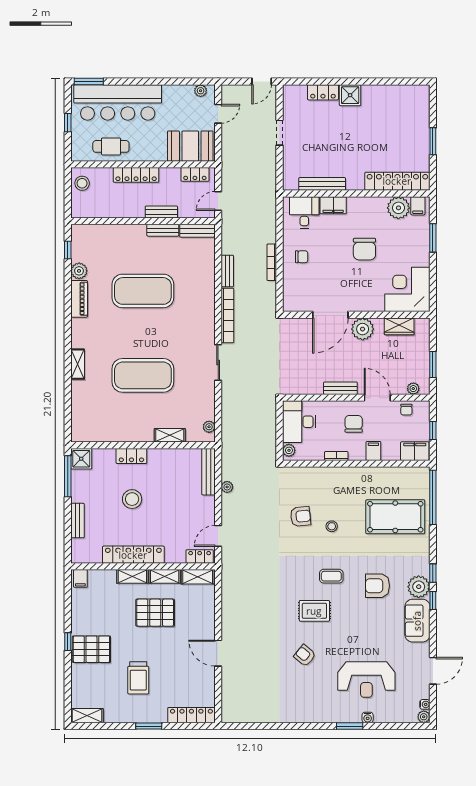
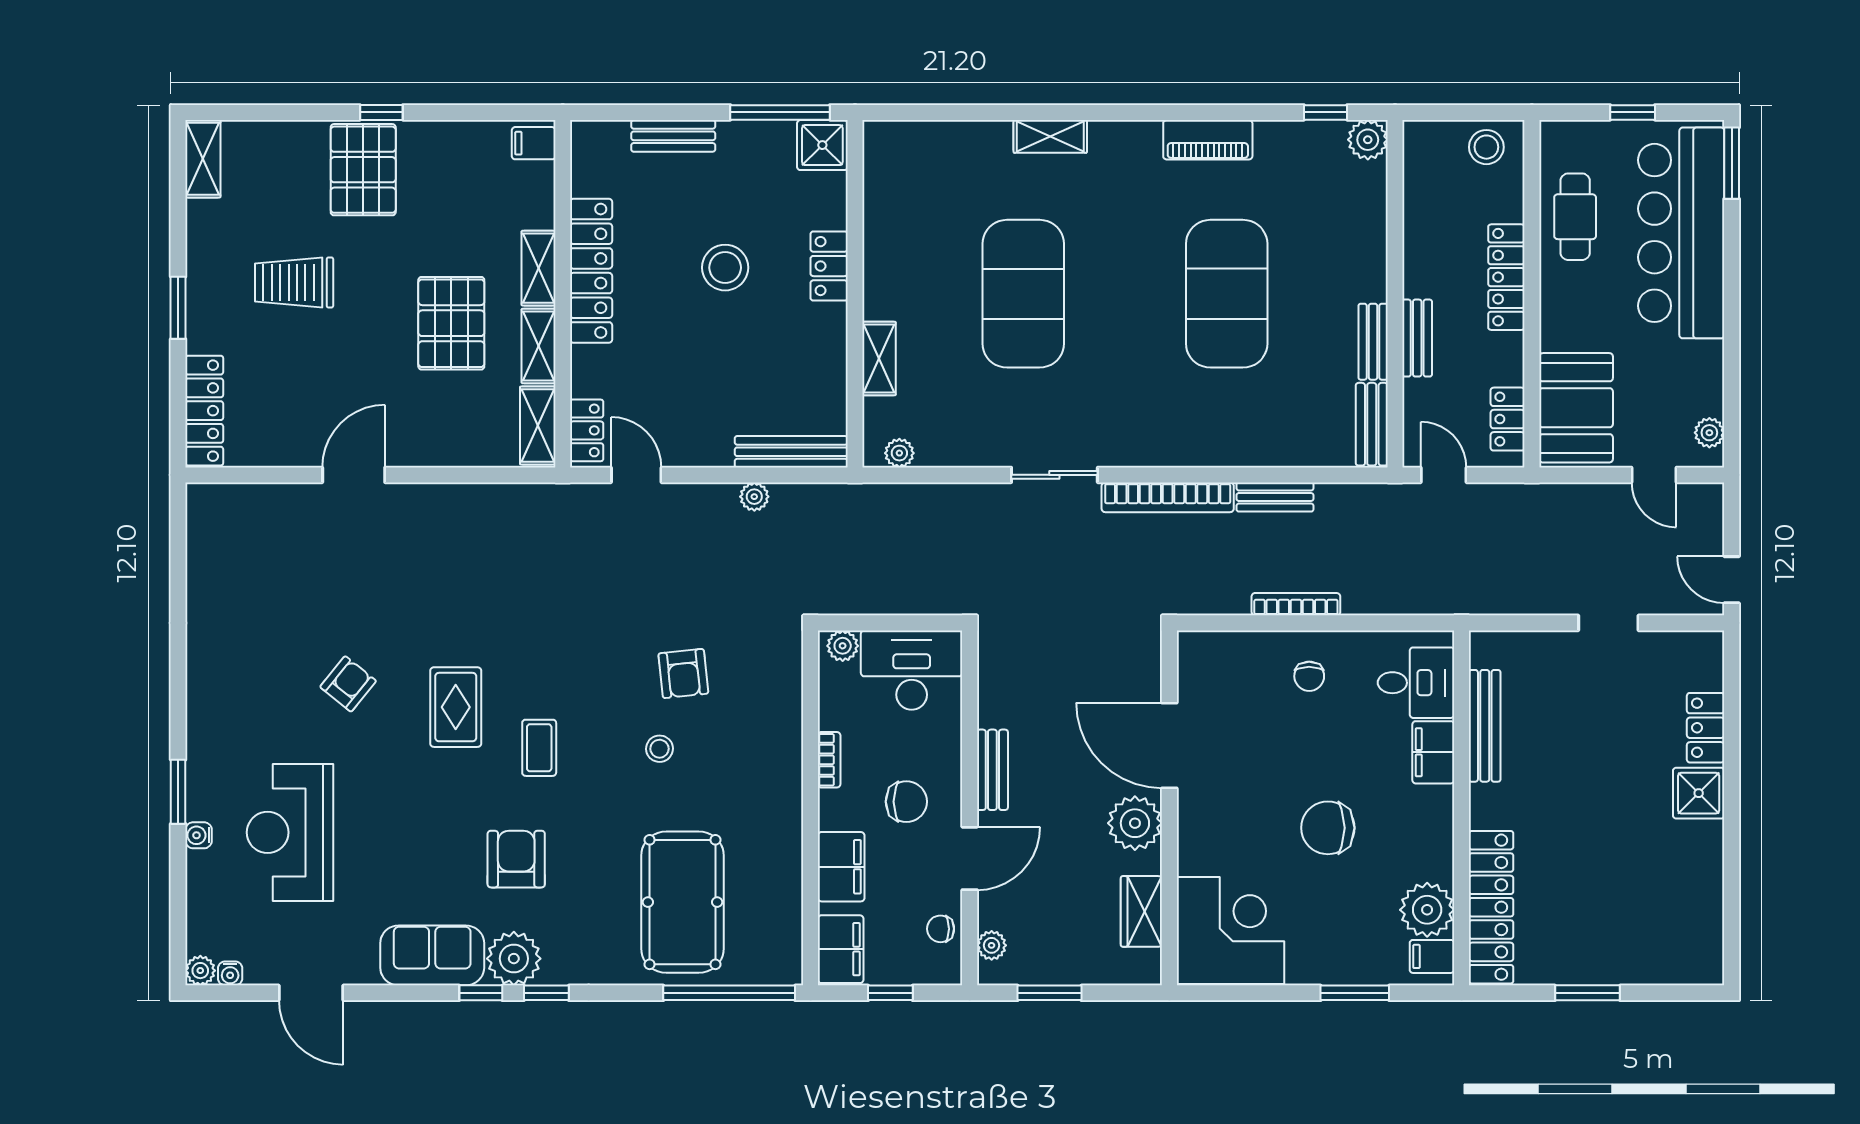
plant: (79, 271) -> (1368, 140), moved
filing cabinet: (373, 451) -> (841, 867), width x2.00

